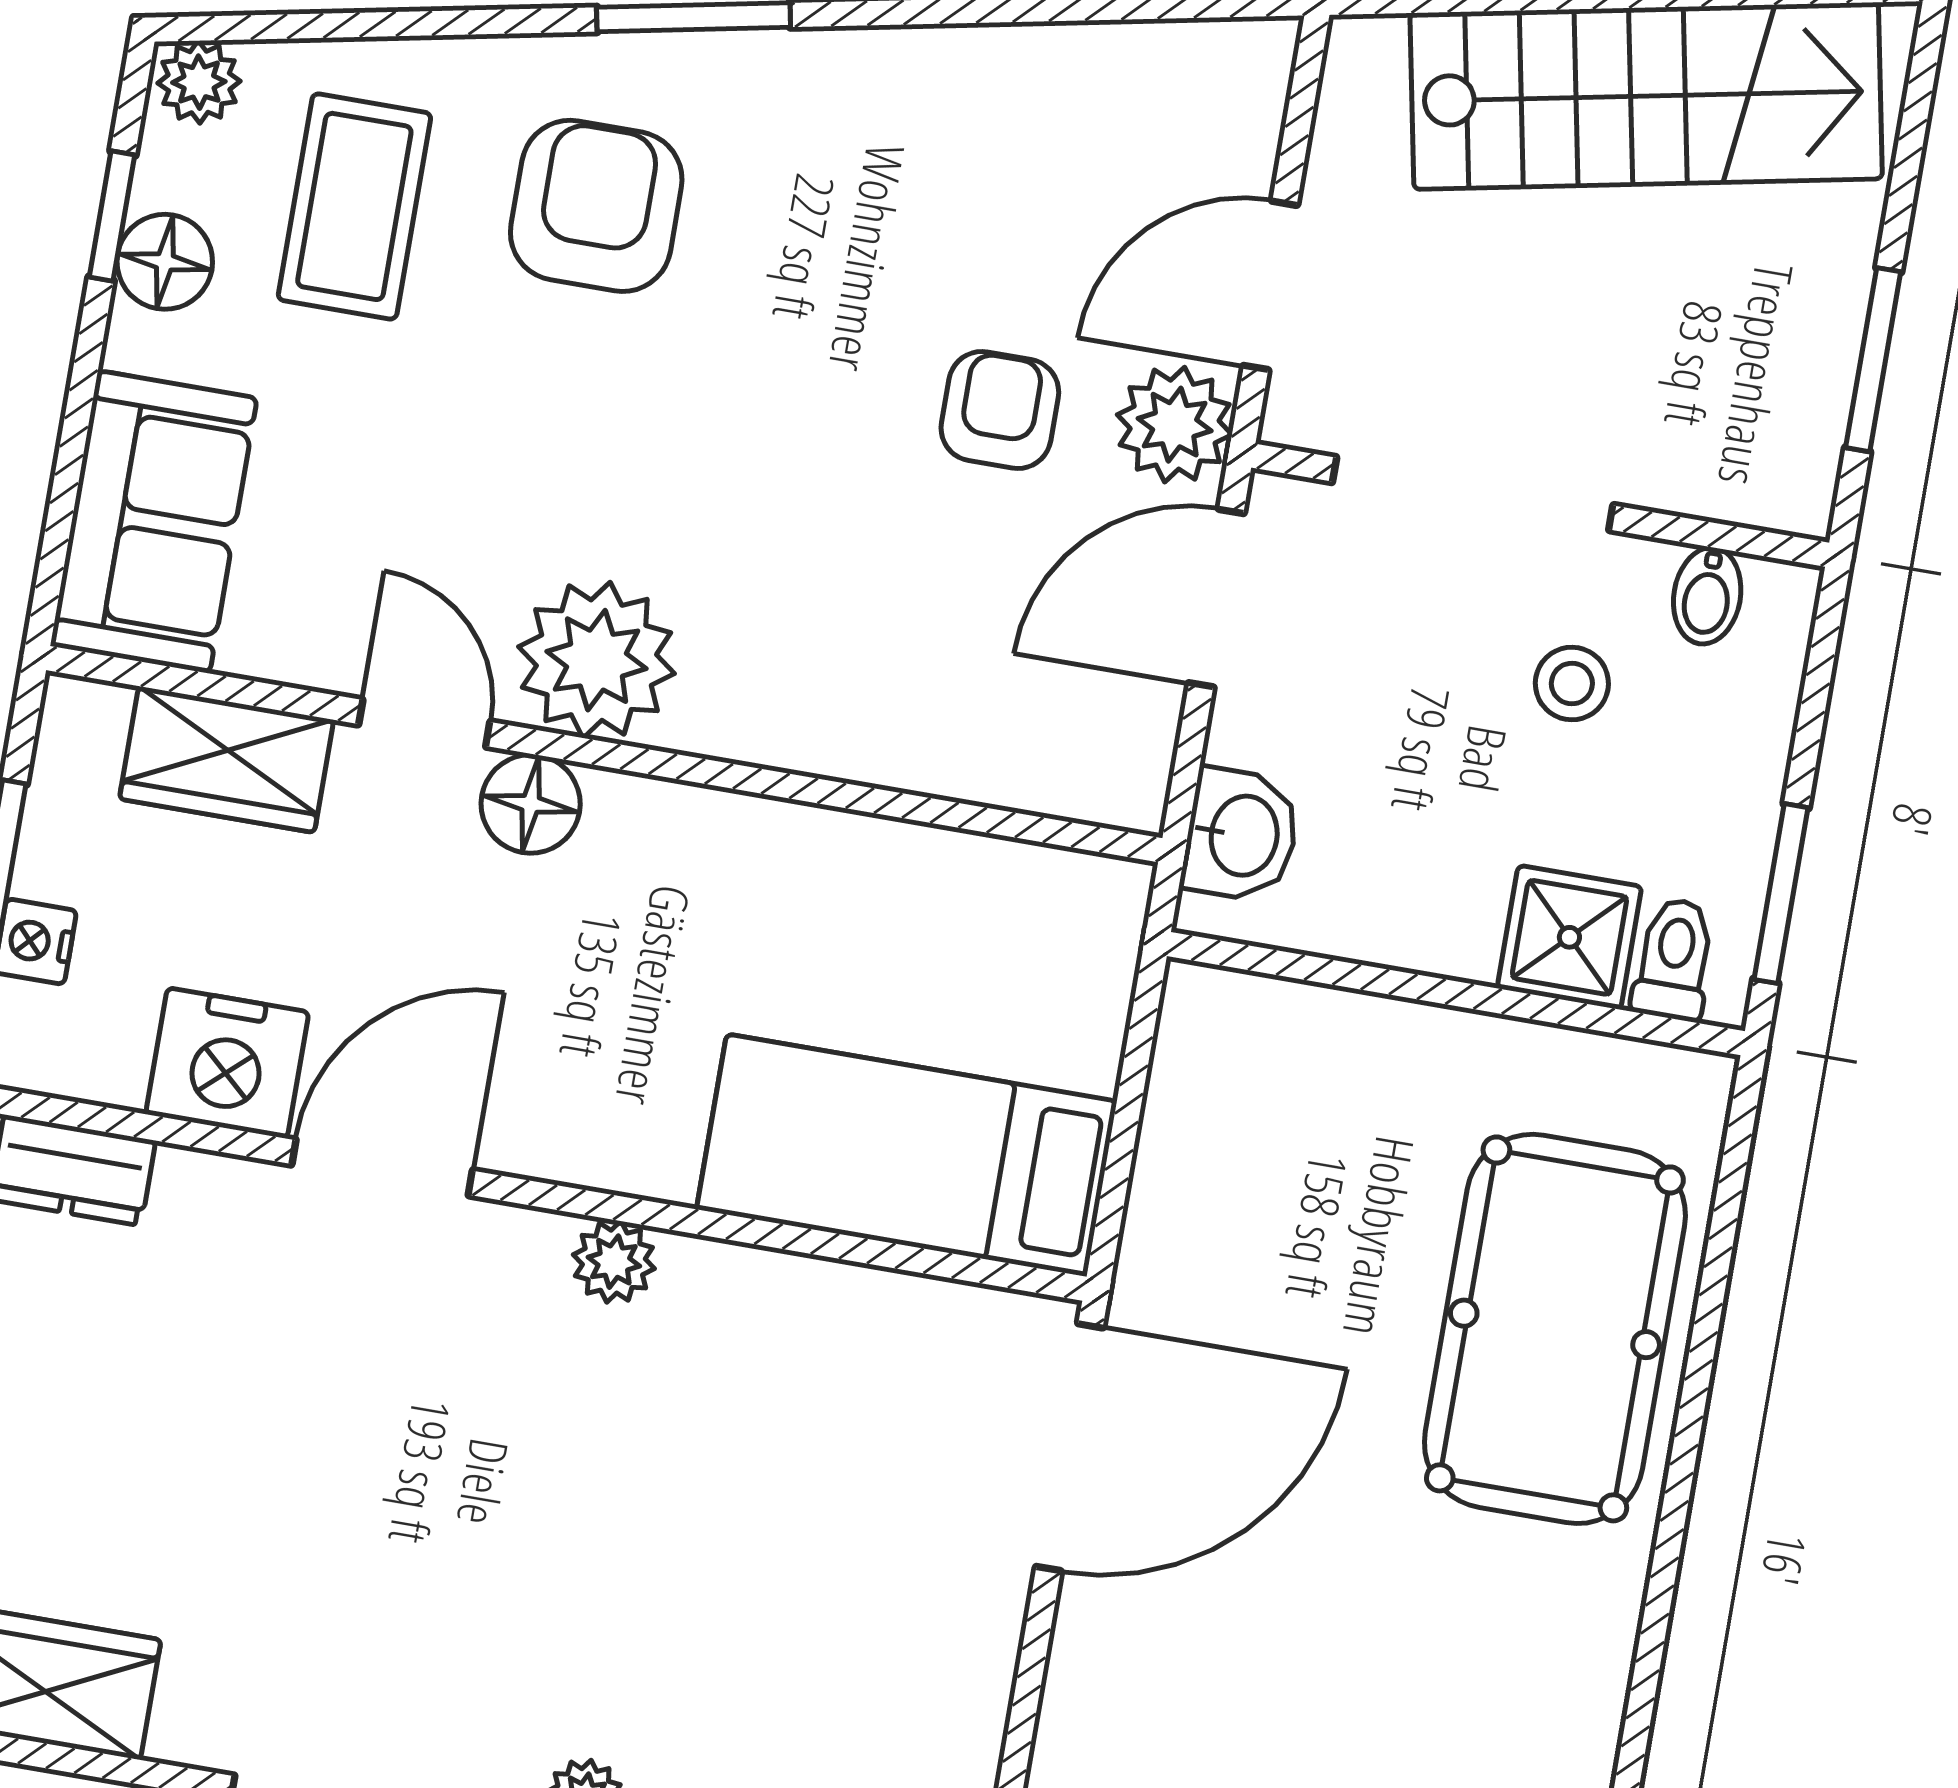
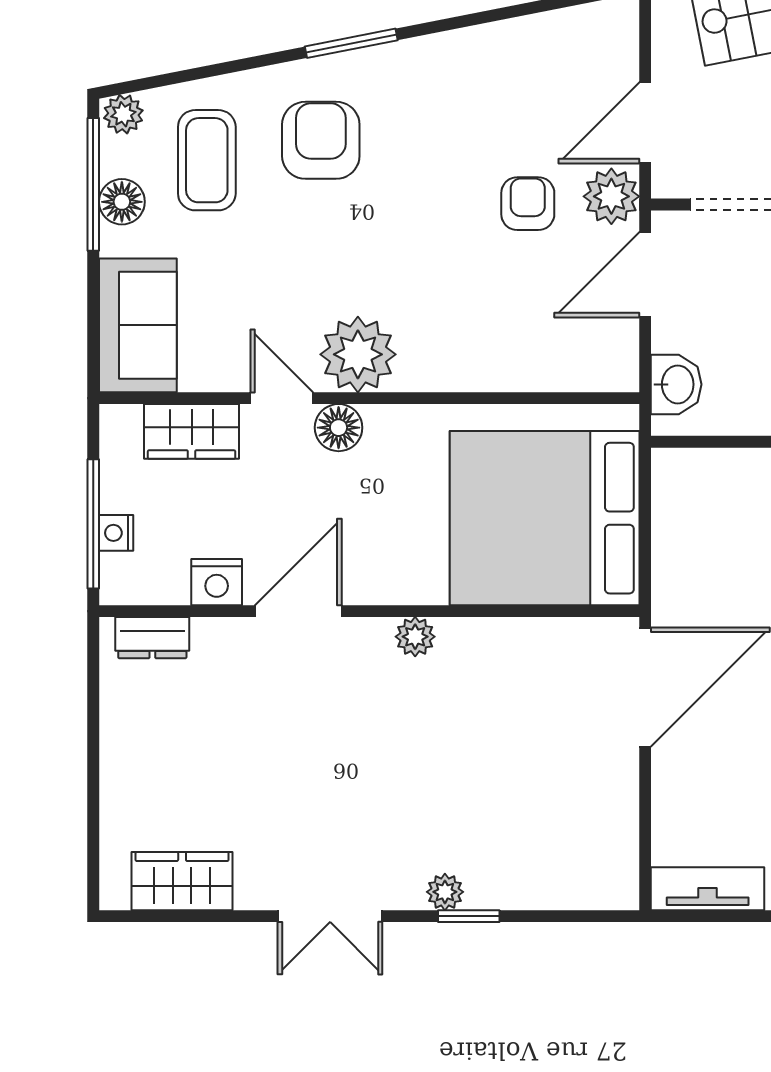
window: (112, 216) -> (93, 184), width x2.17
nightstand: (227, 1063) -> (217, 582), width x0.74, depth x0.75
bed: (907, 1155) -> (545, 518), width x2.04

